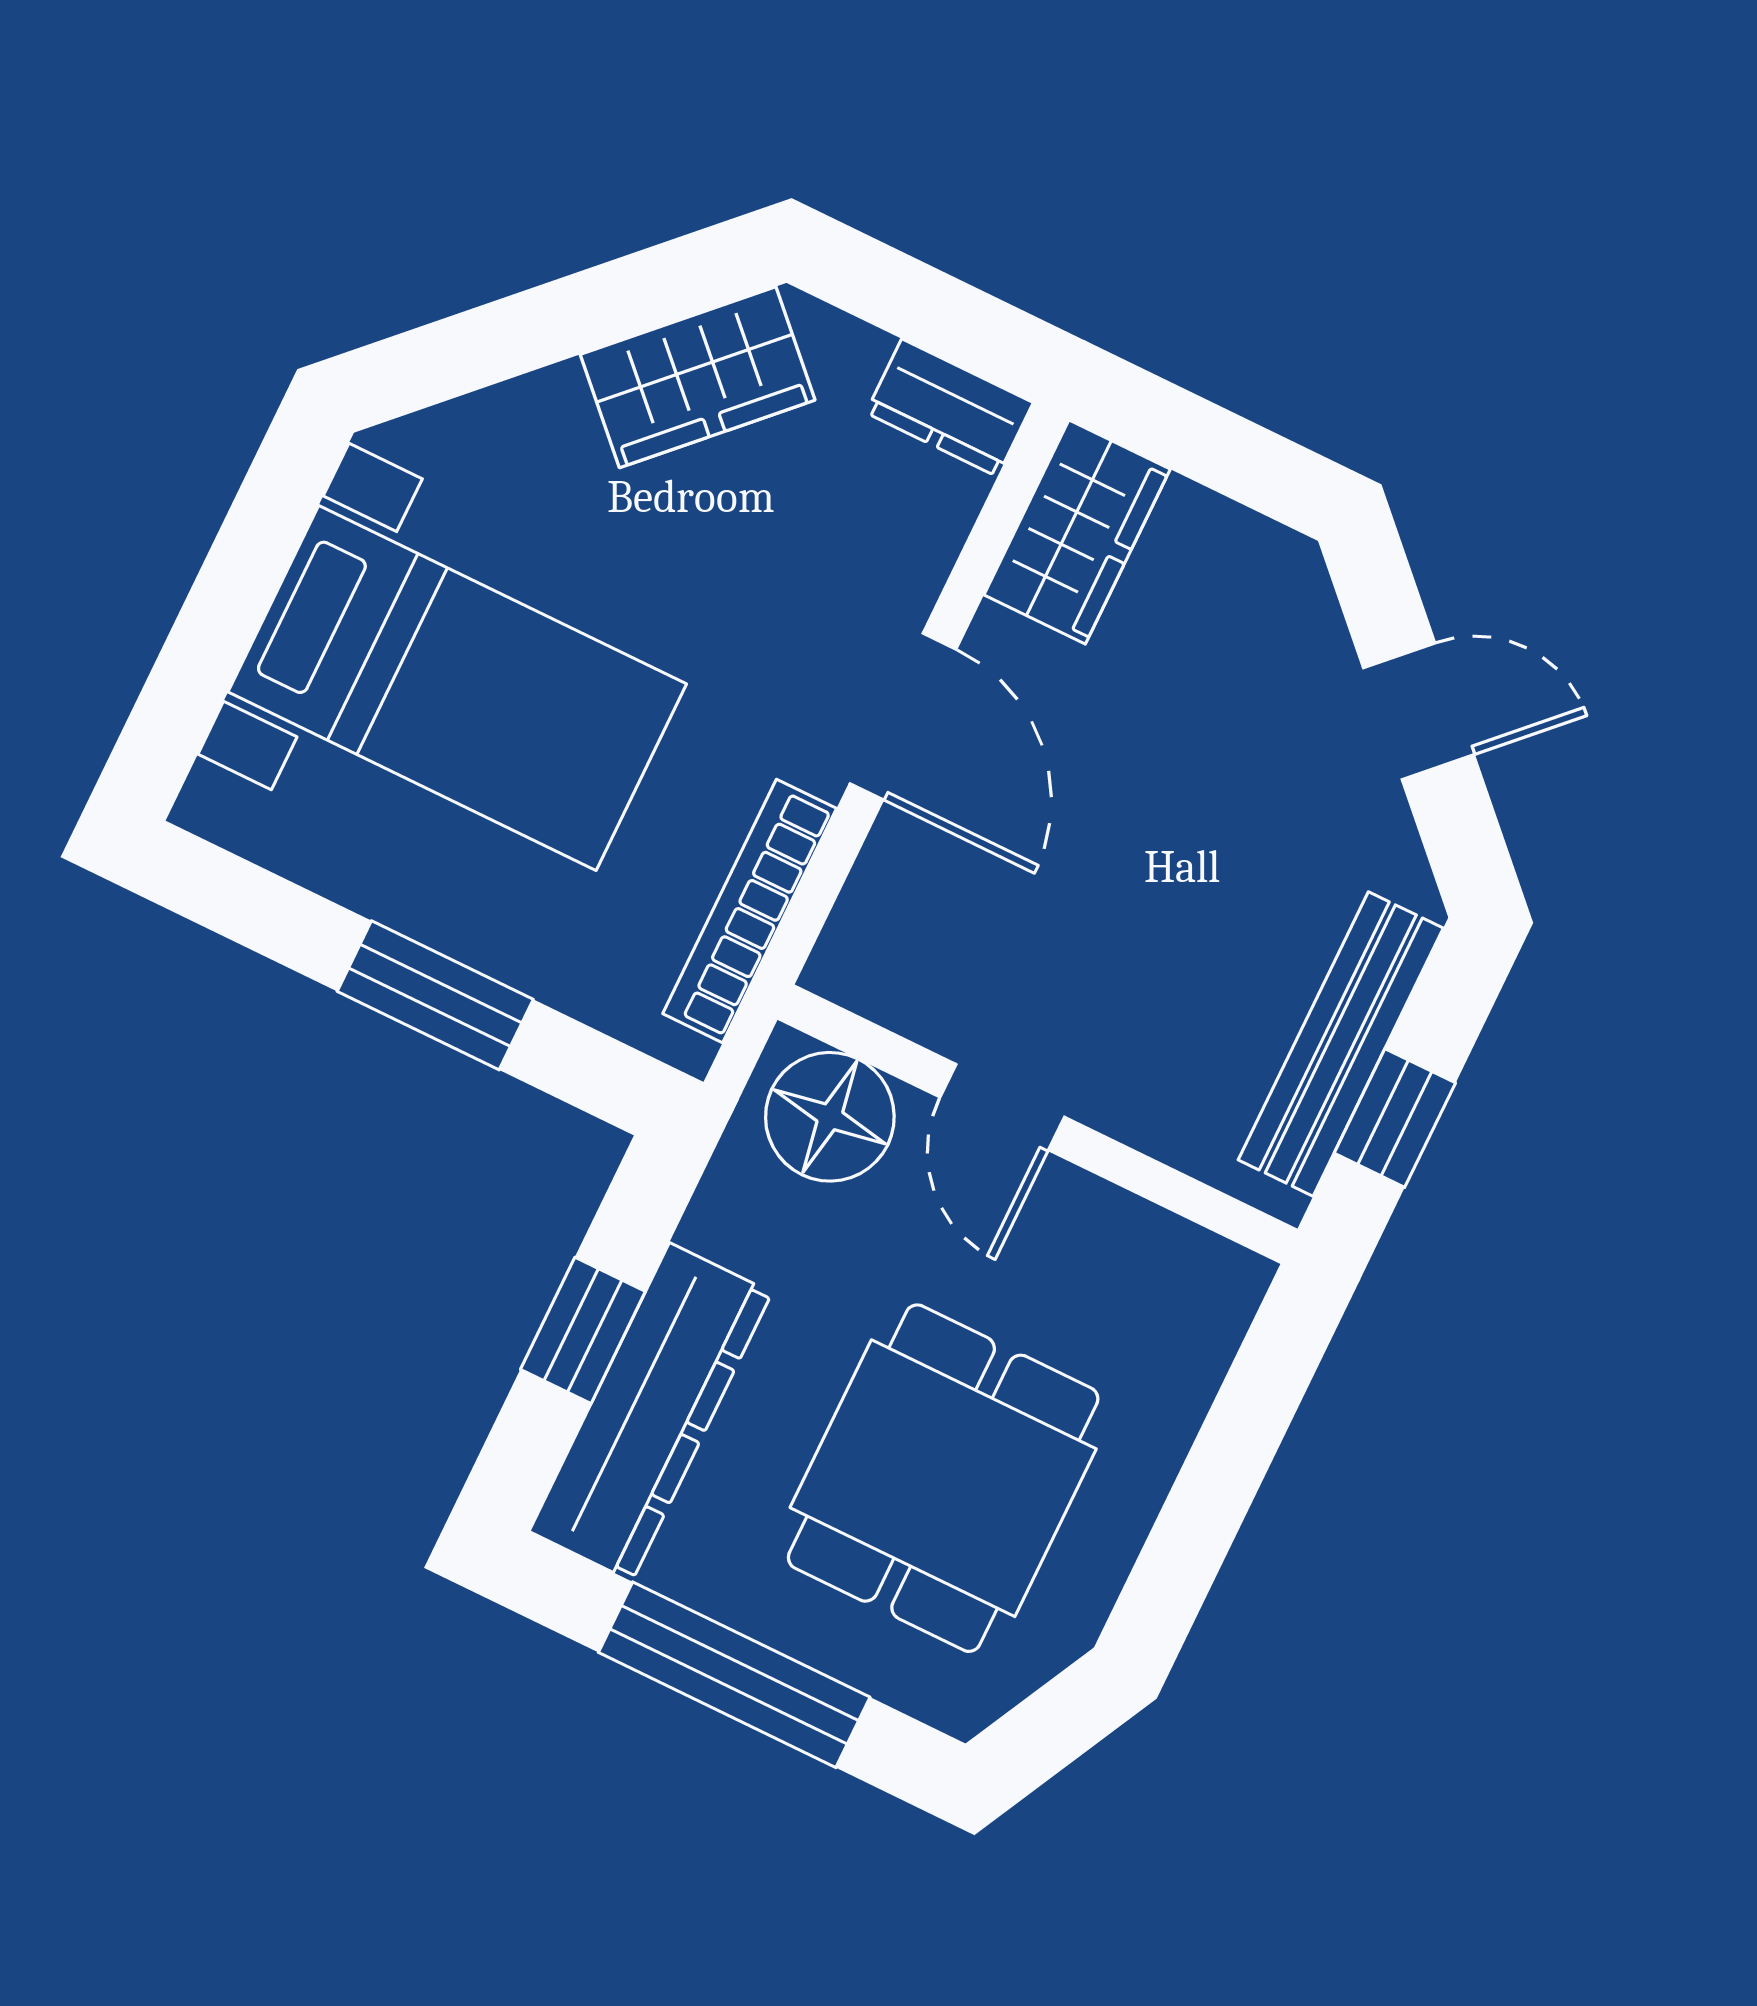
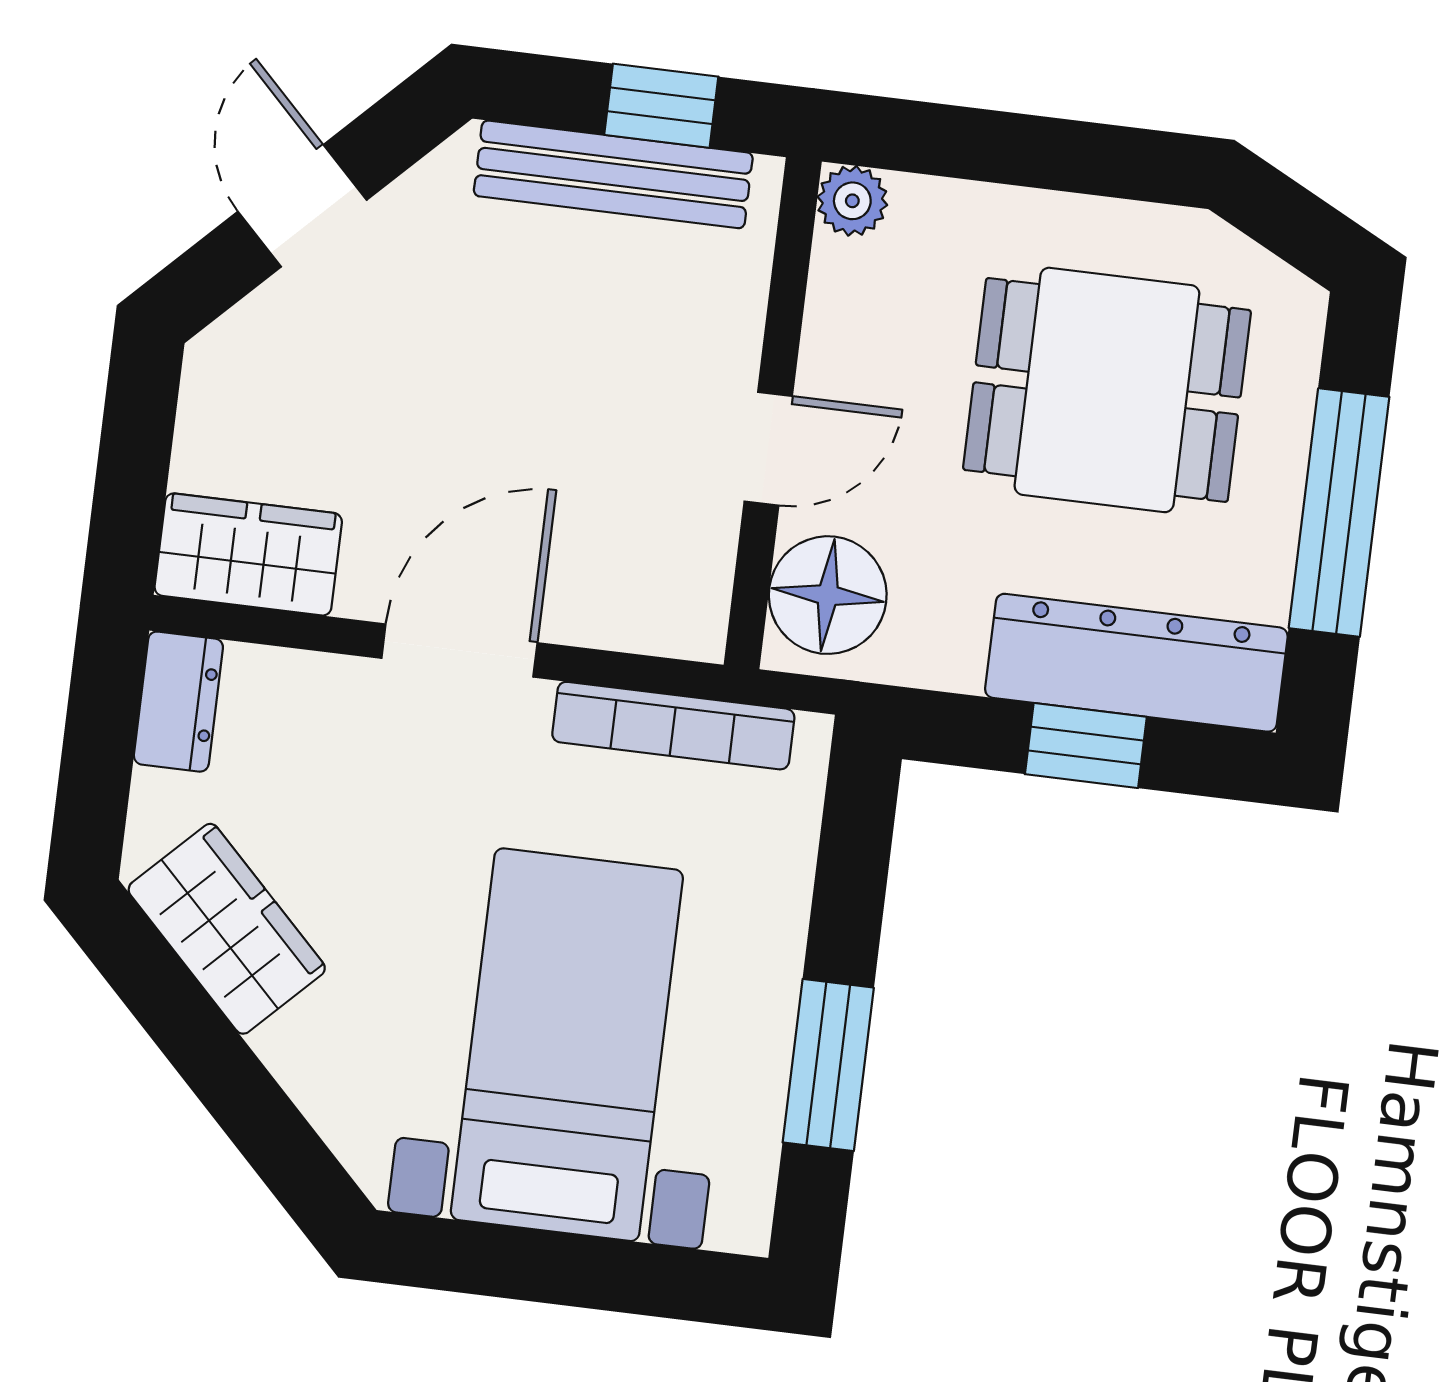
window: (435, 995) -> (828, 1065), moved
plant: (1229, 1282) -> (852, 201), added

